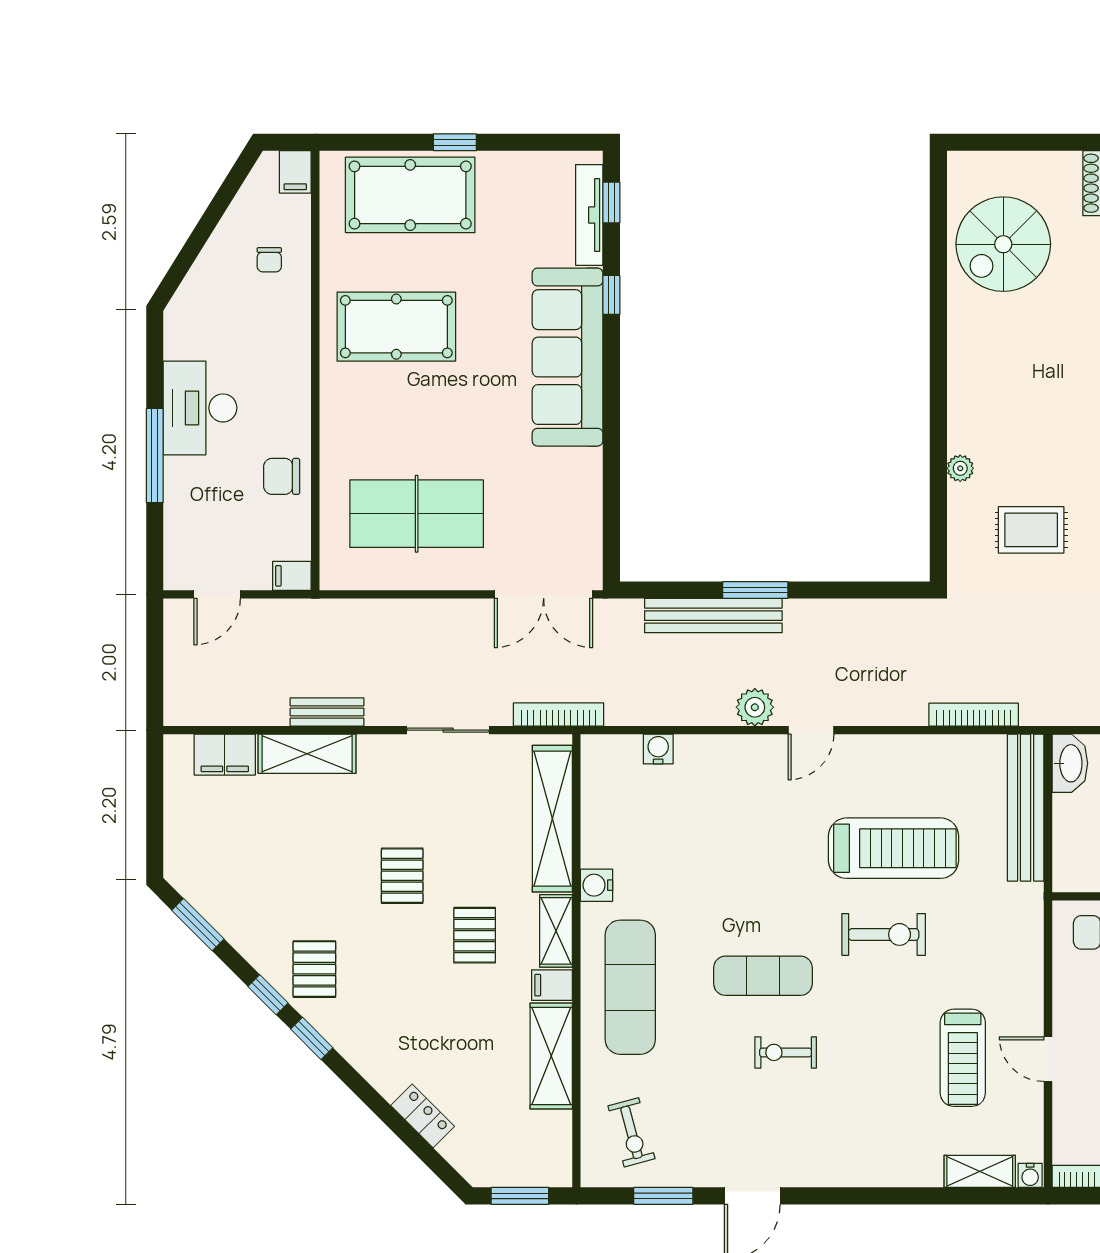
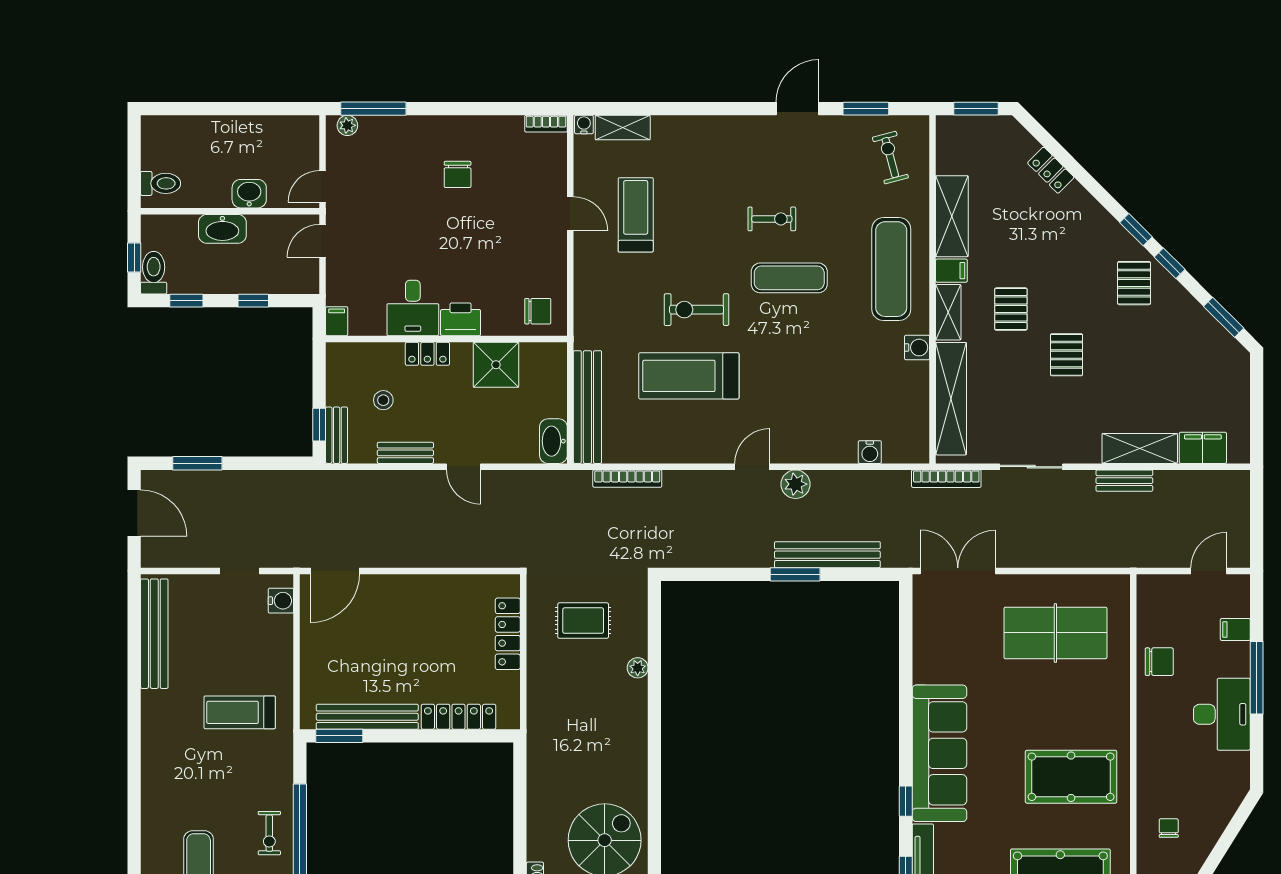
filing cabinet: (292, 576) -> (1235, 630), moved, turned 180

